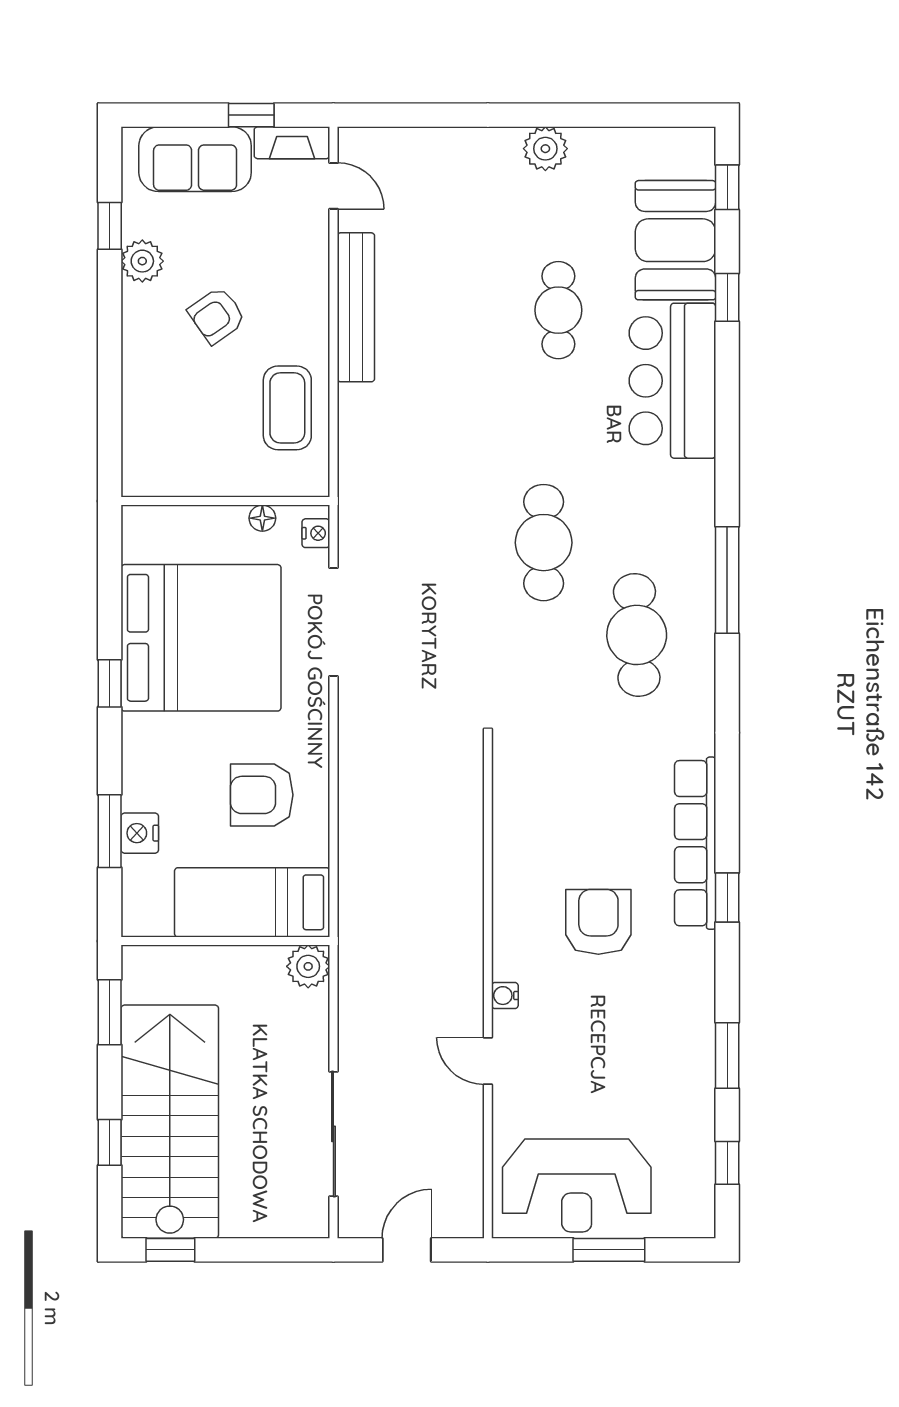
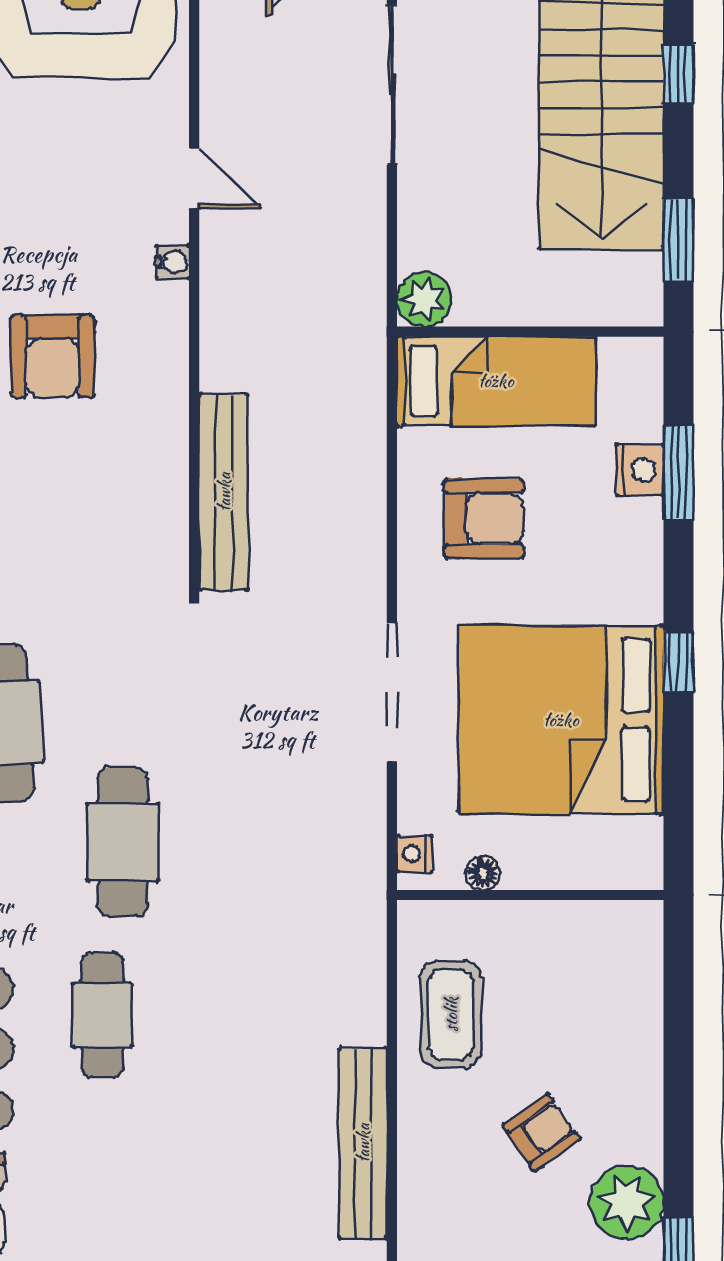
plant: (142, 261) -> (627, 1202), width x1.36, depth x1.36
cafe table: (558, 310) -> (102, 1015), moved
doorway: (333, 622) -> (392, 692), moved
bench: (465, 816) -> (224, 492), added

